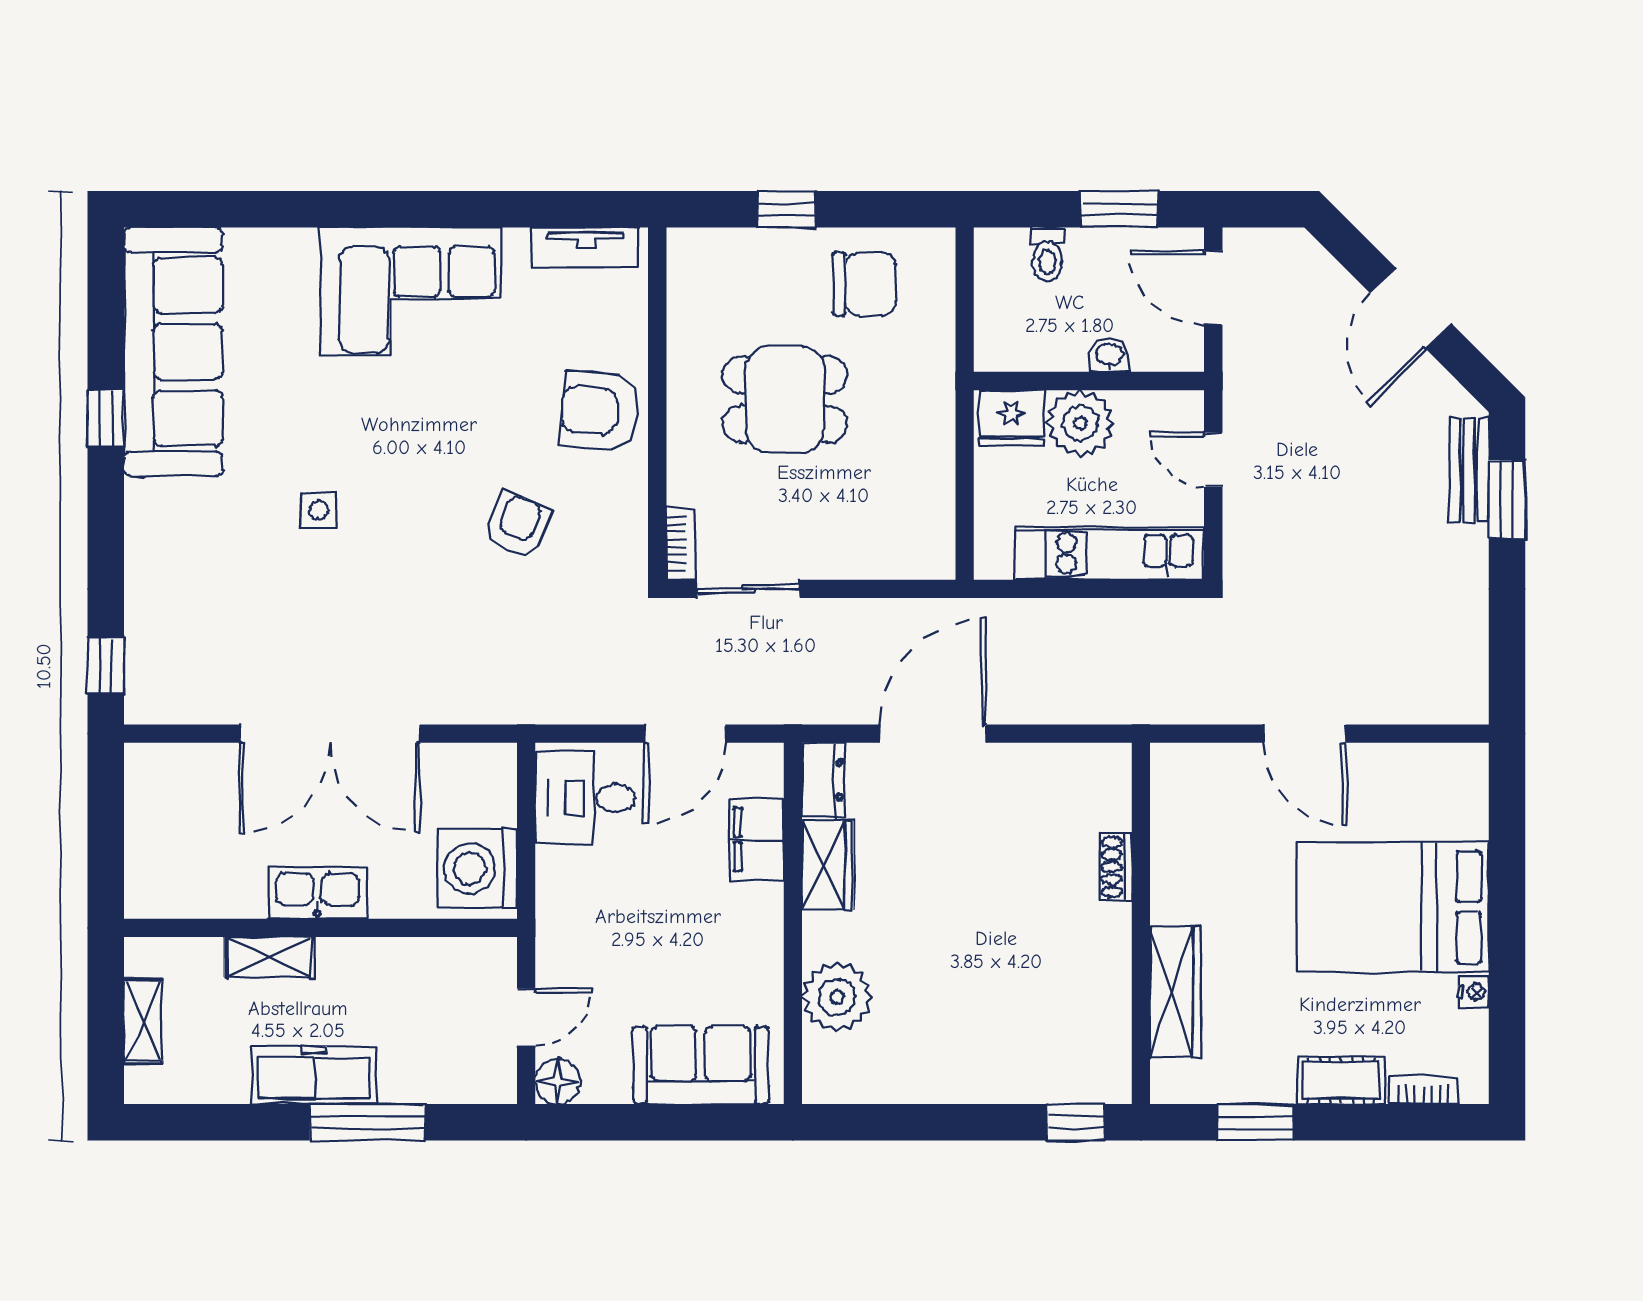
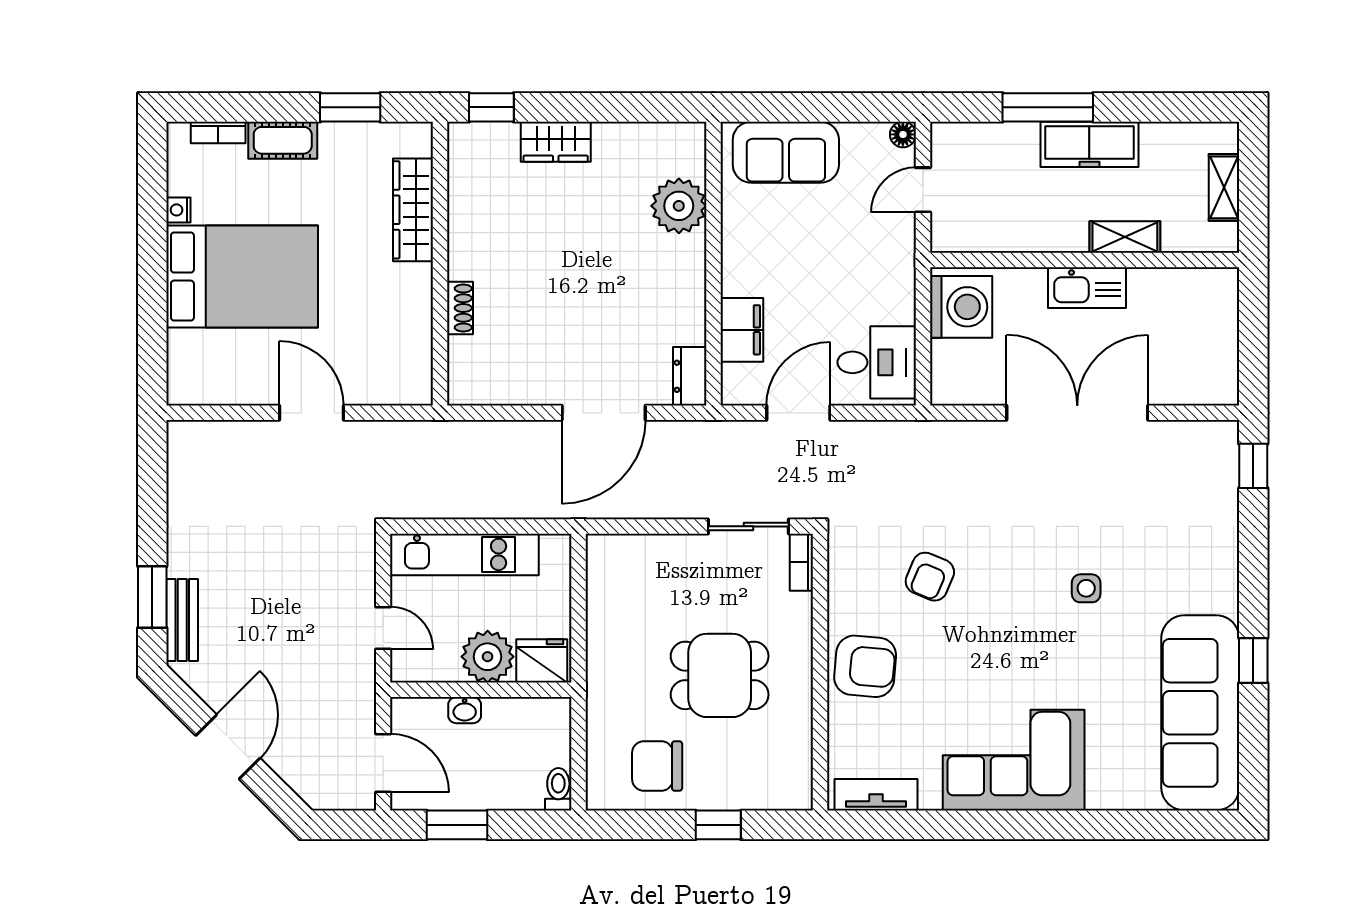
toilet: (1047, 254) -> (558, 789), moved
wardrobe: (828, 865) -> (556, 142), moved, turned -90
floor lamp: (558, 1082) -> (903, 134), width x0.73, depth x0.73

